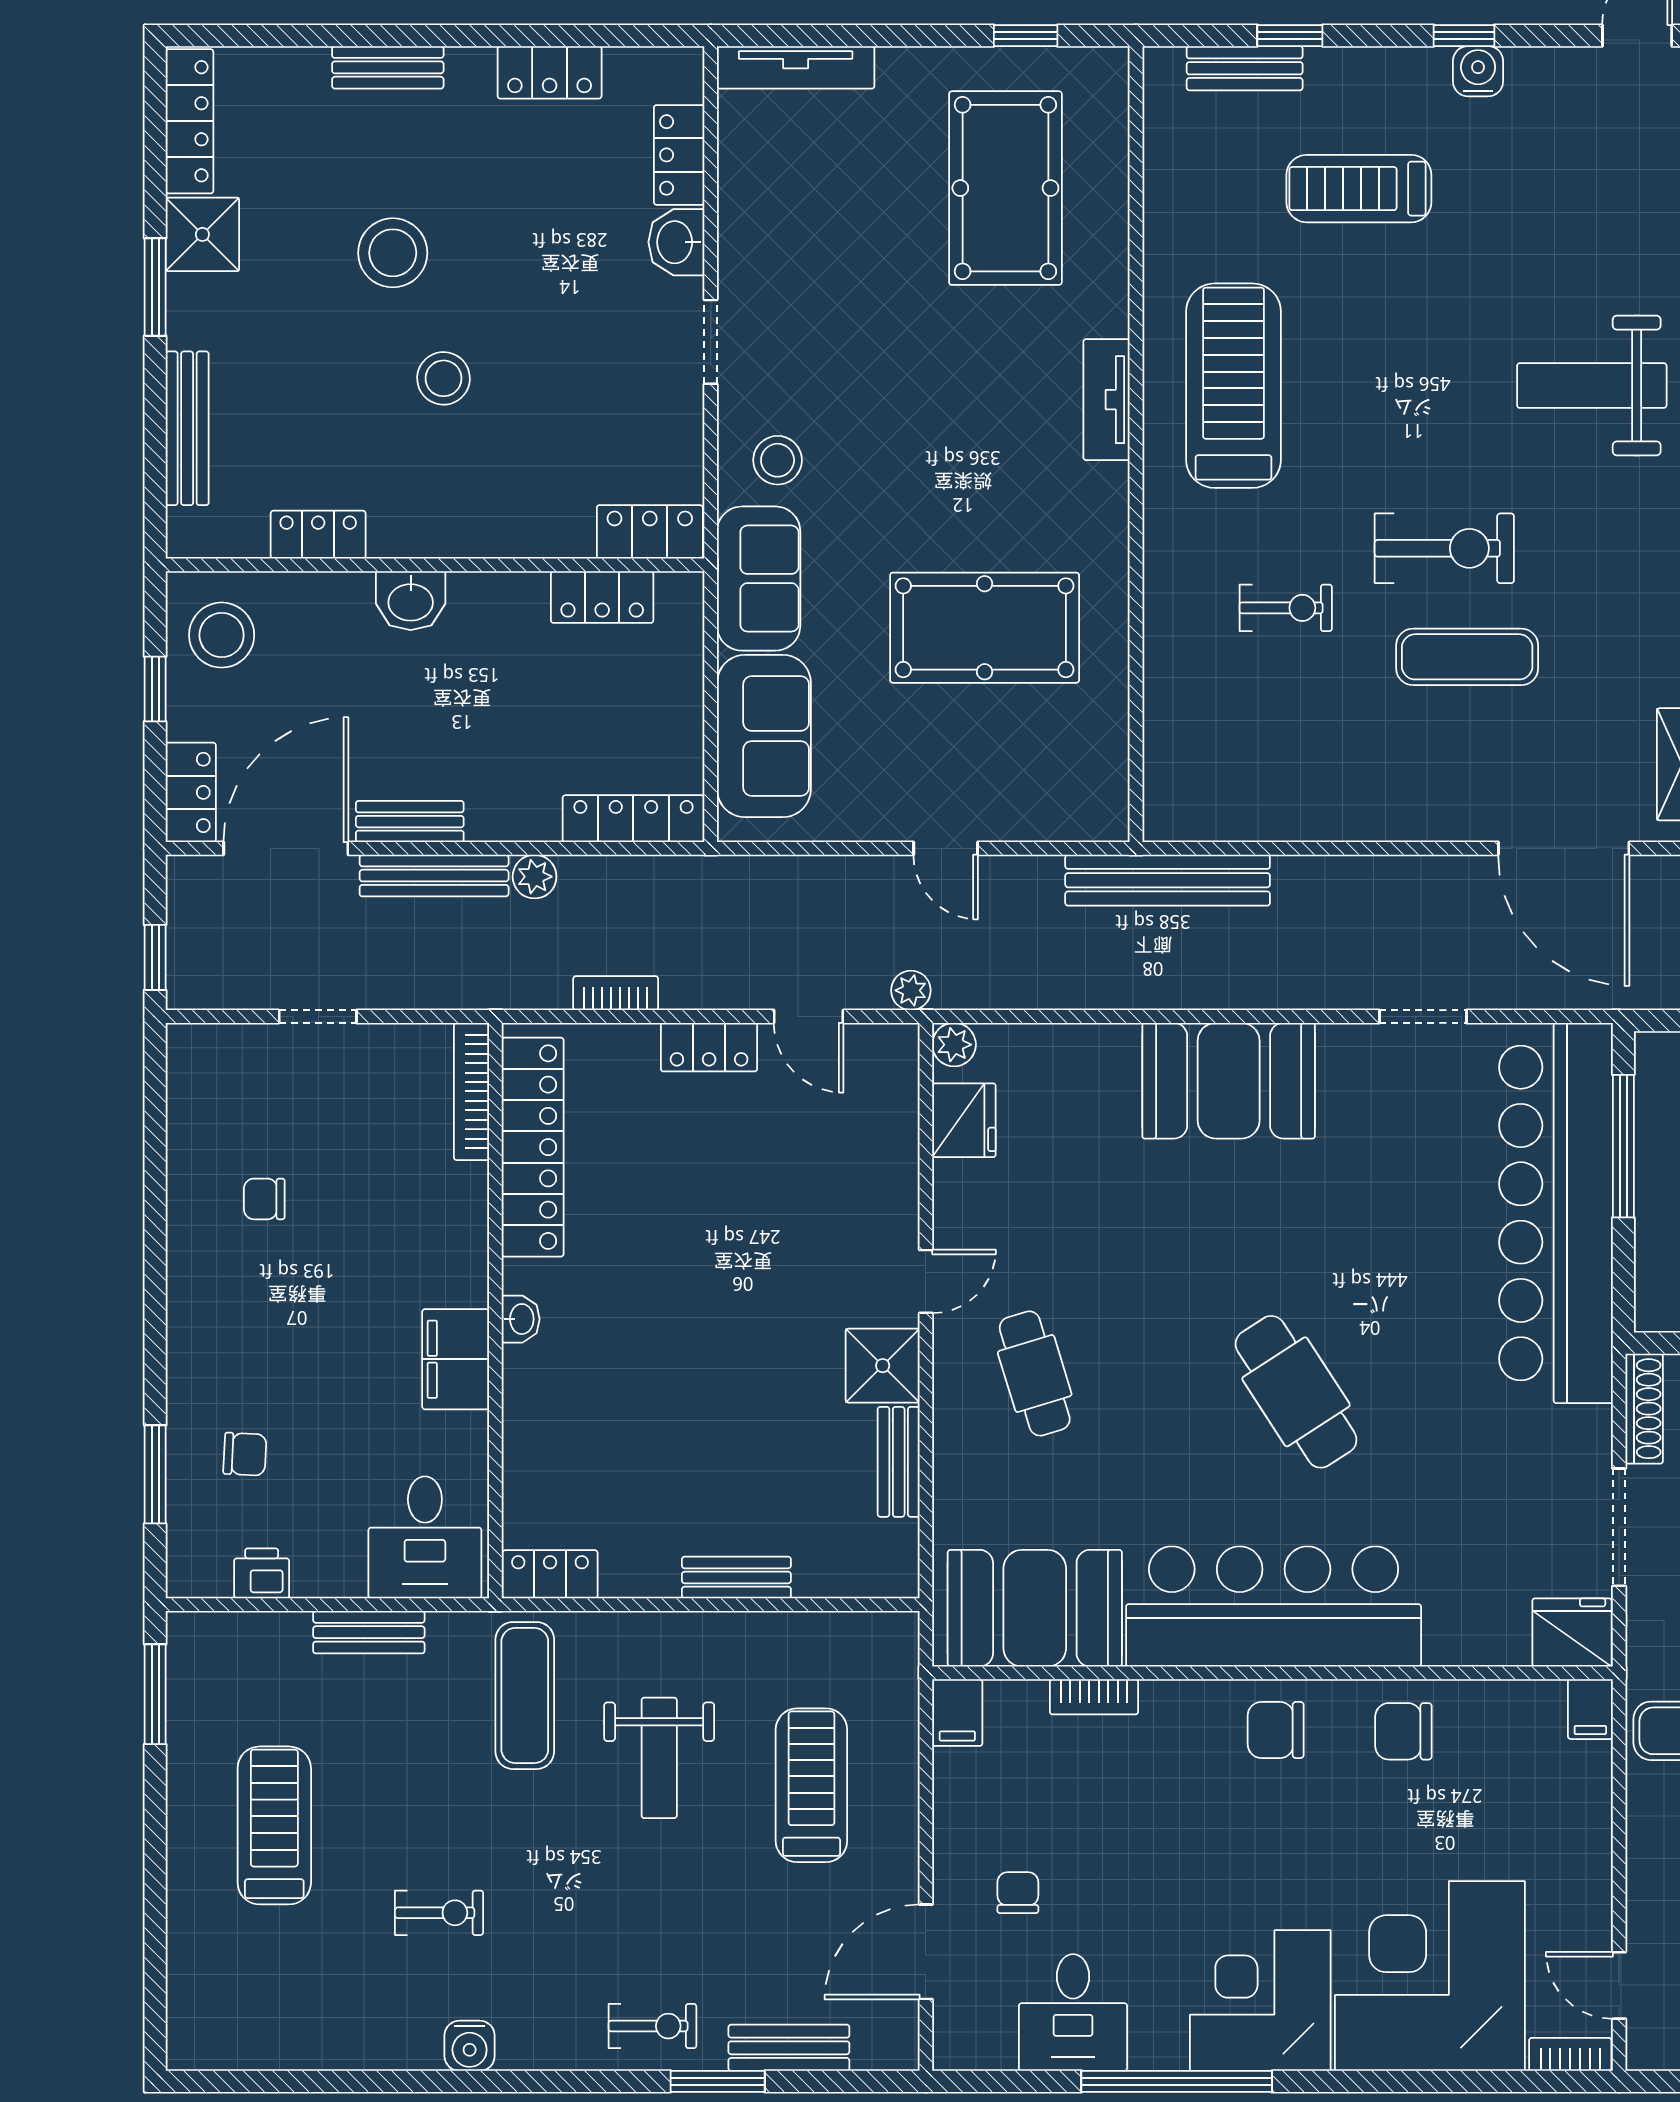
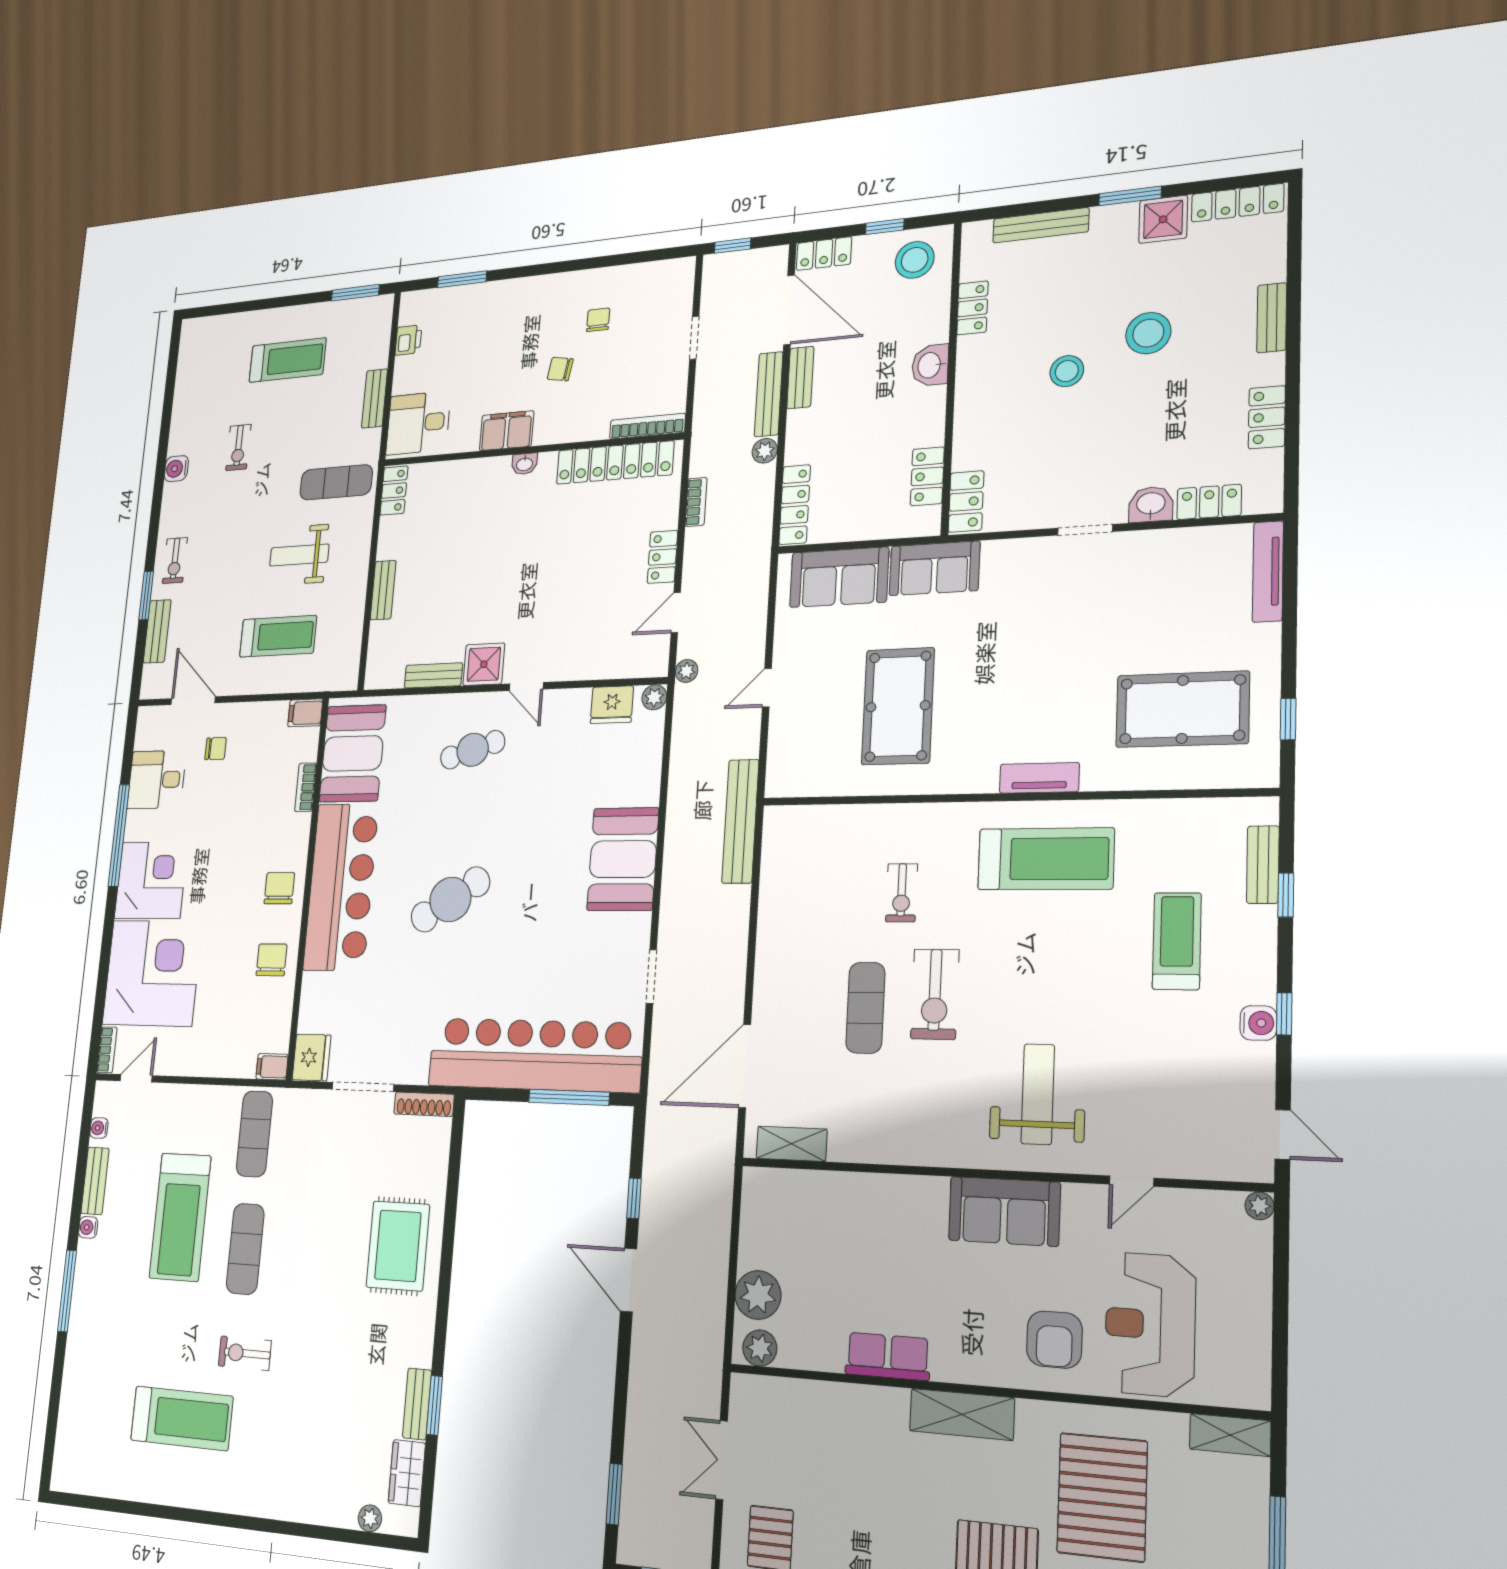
stool: (778, 460) -> (1008, 575), removed
chair: (245, 1454) -> (560, 369), moved, turned 97

